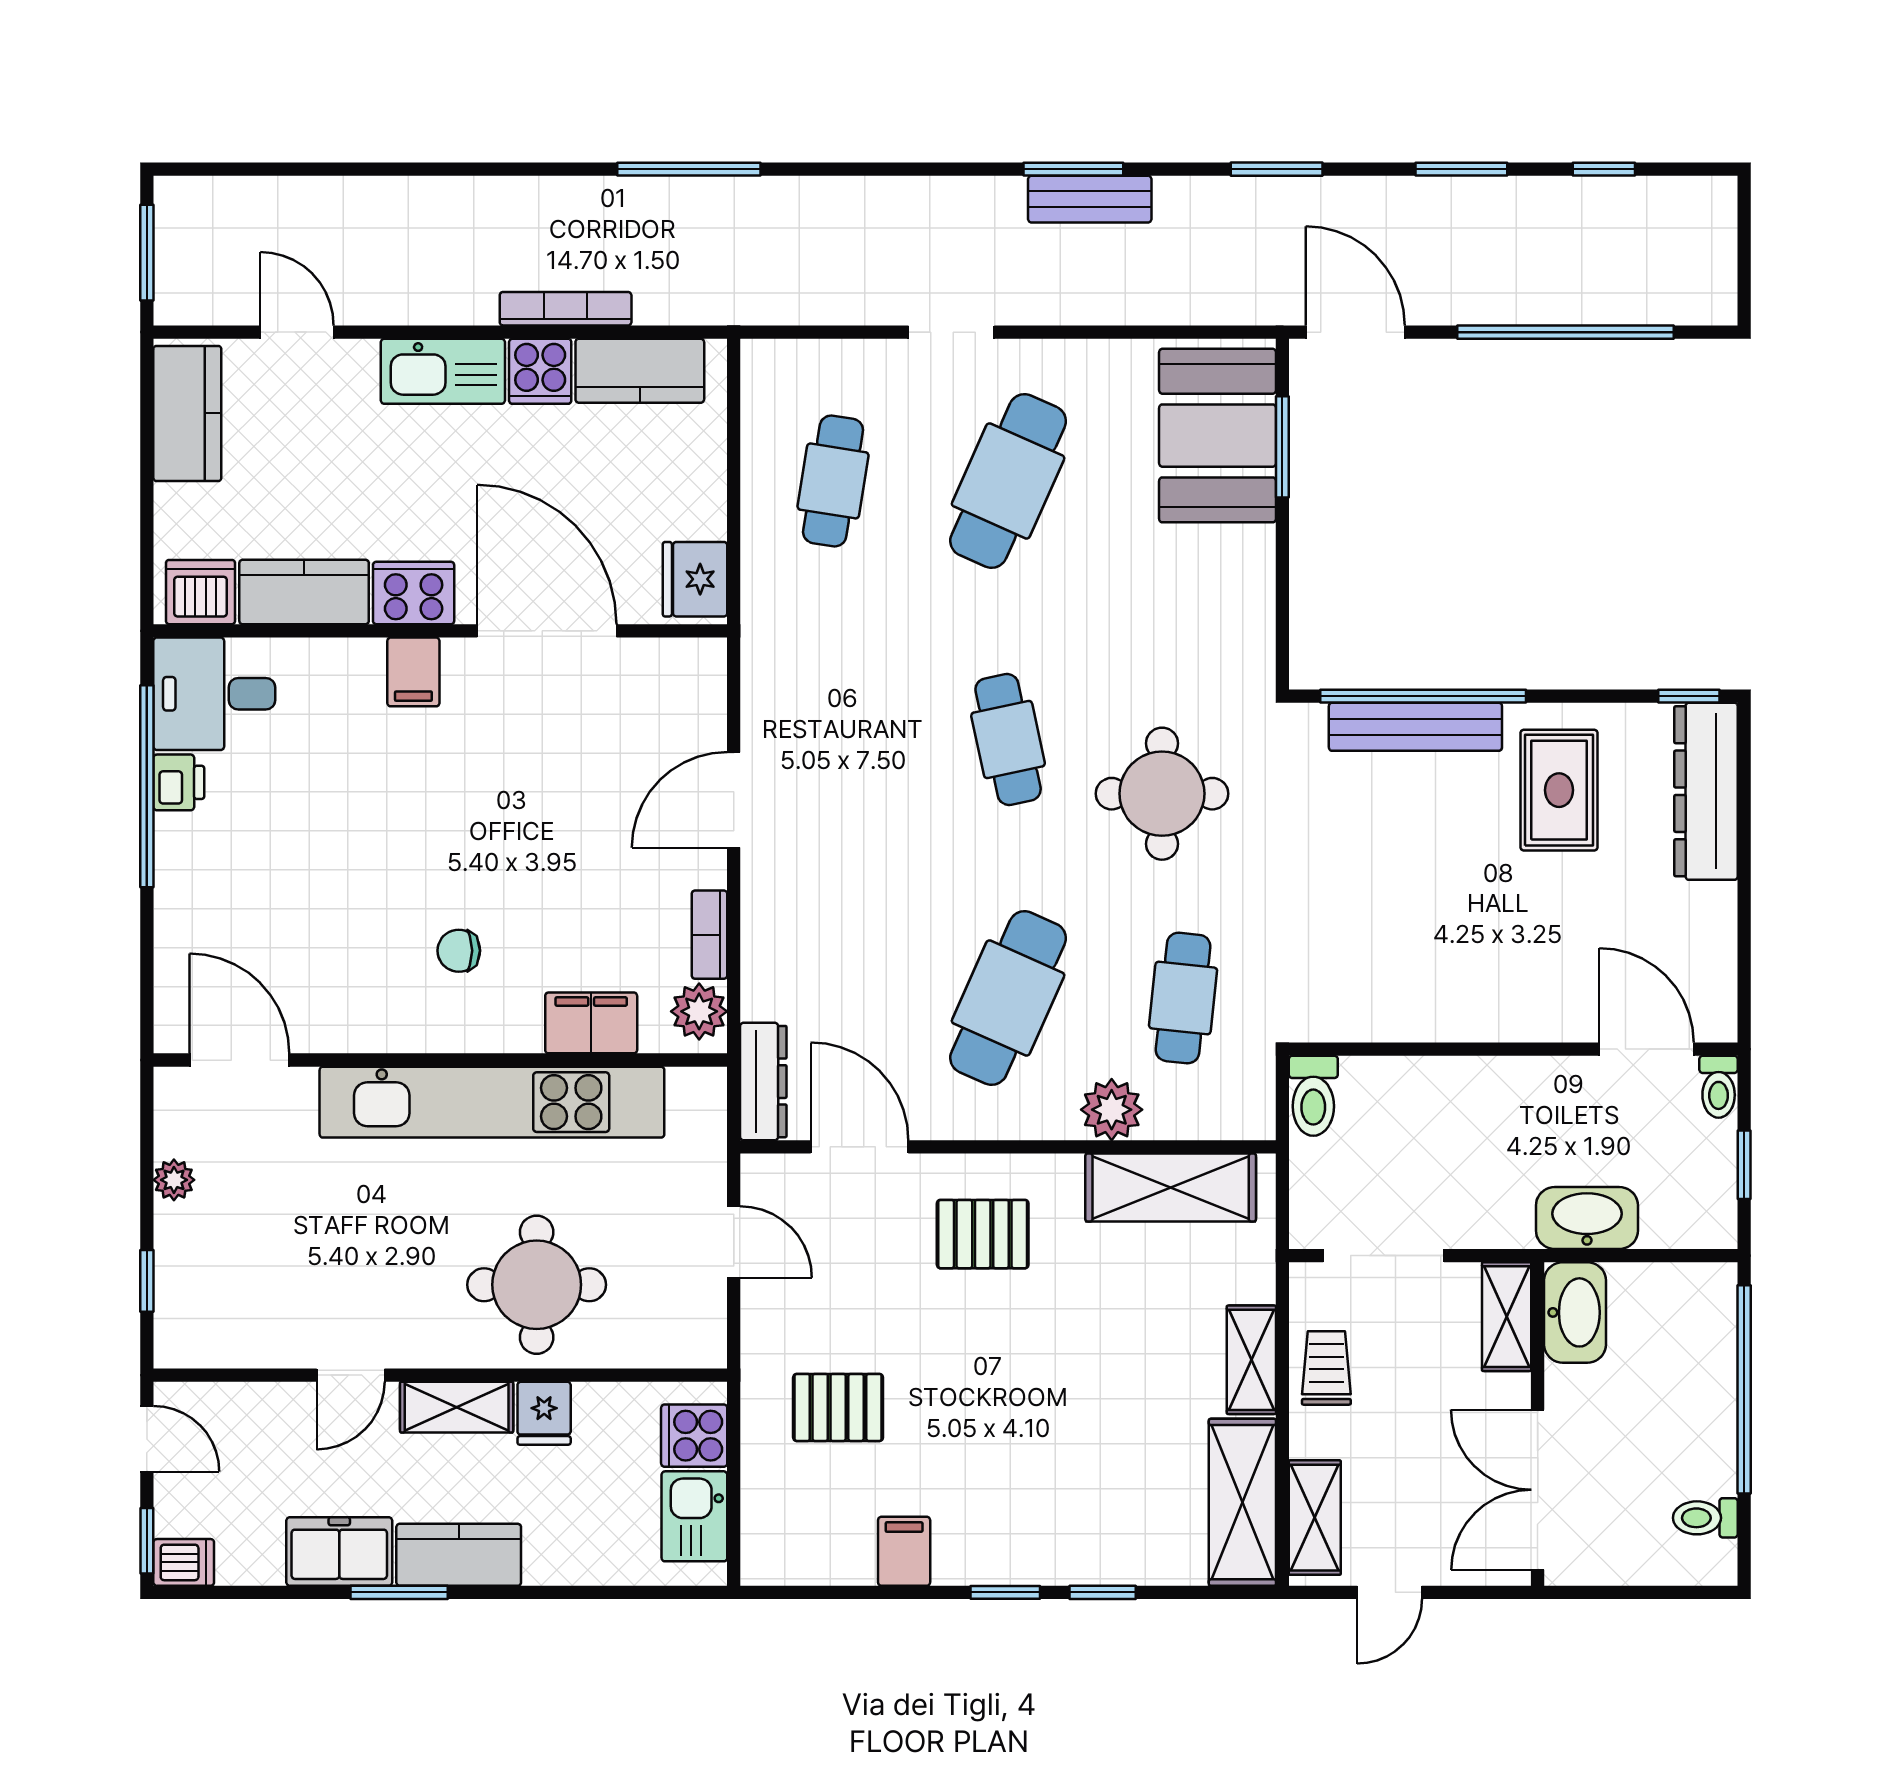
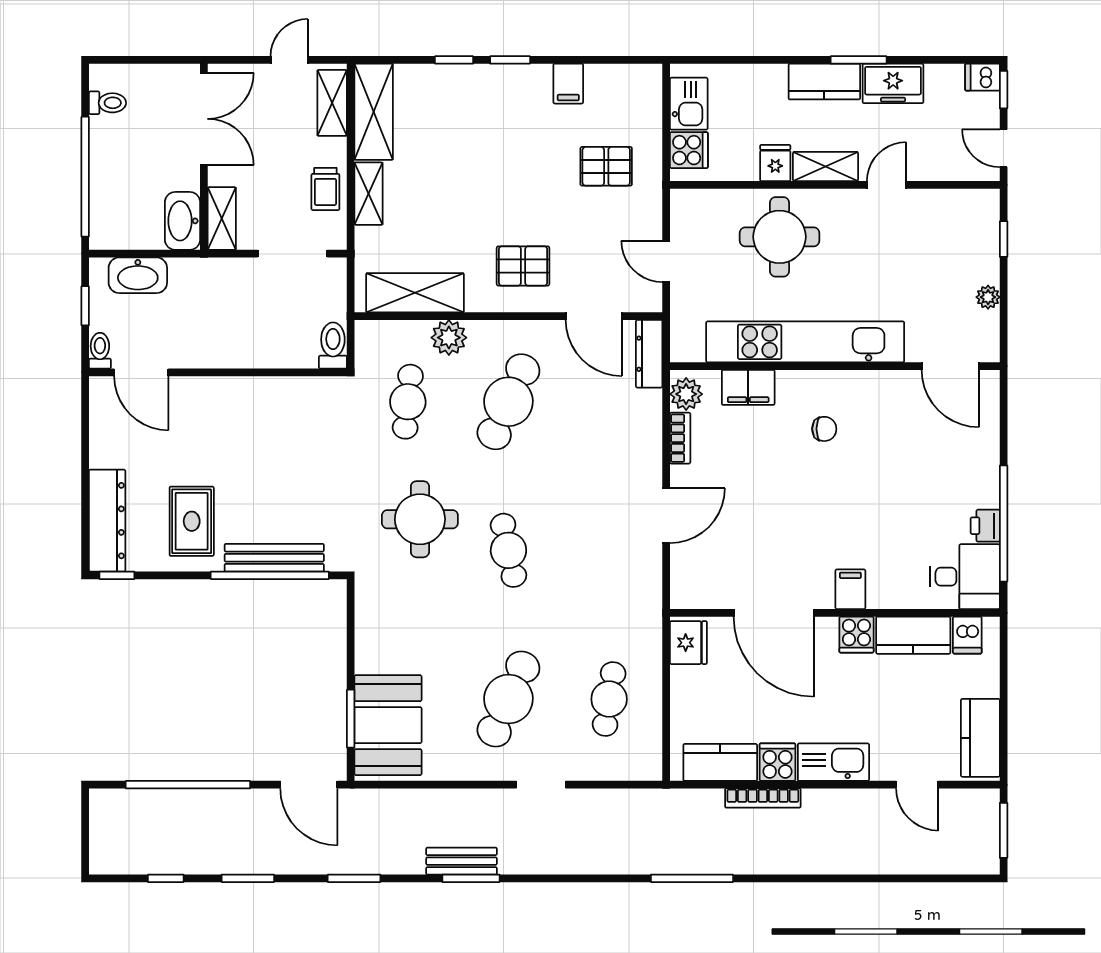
dishwasher: (201, 592) -> (967, 635), width x0.73
cooker: (414, 593) -> (856, 635), width x0.73
washbasin: (1587, 1218) -> (138, 275), moved

